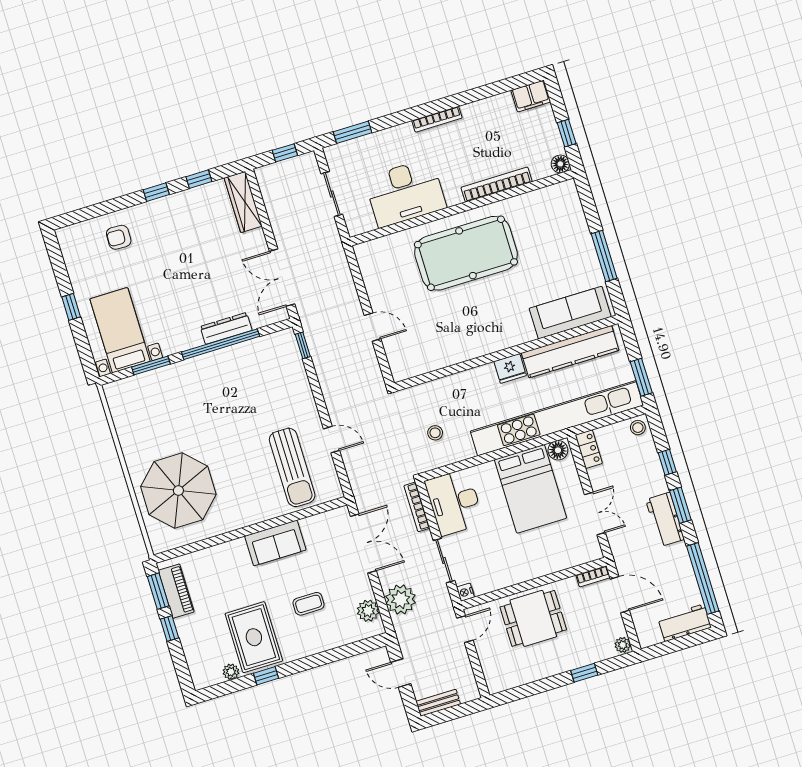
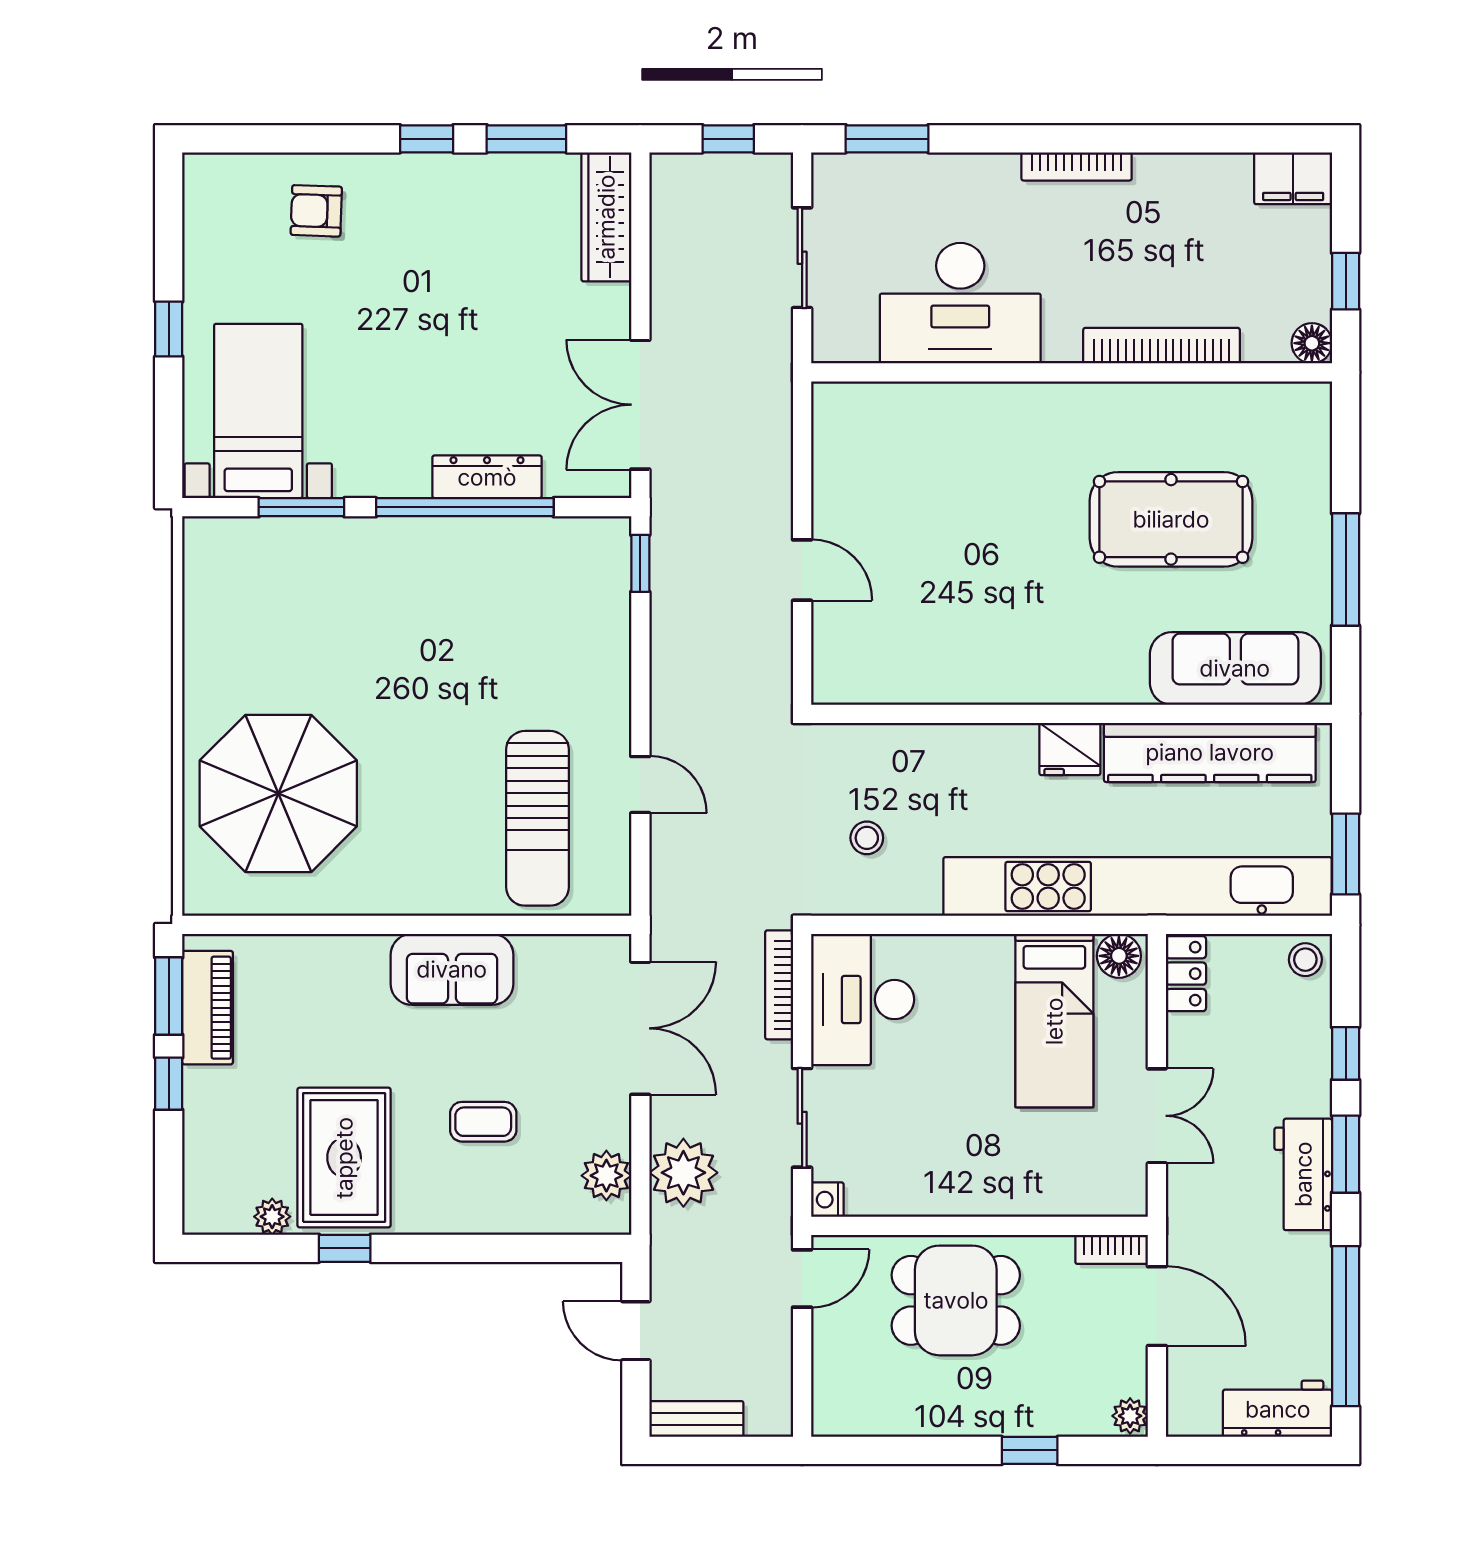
window: (199, 179) -> (526, 139), width x1.50
pool table: (466, 253) -> (1171, 519), moved, width x0.73, depth x0.76
bed: (531, 489) -> (1054, 1021), width x0.67

